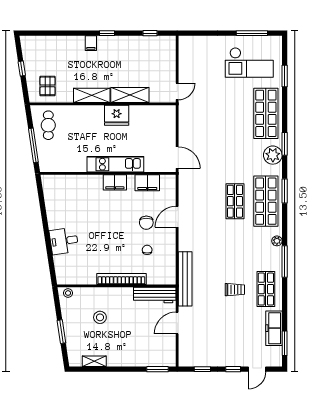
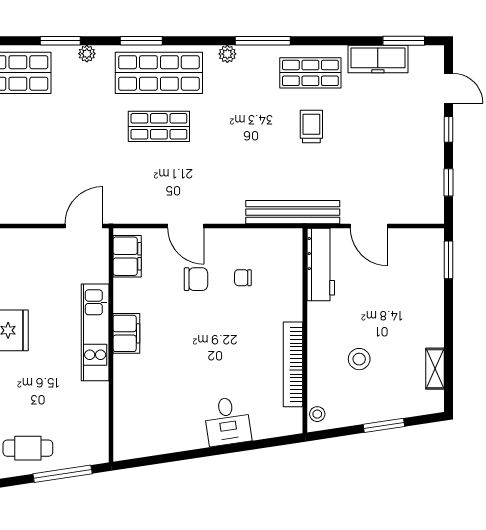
plant: (273, 155) -> (87, 54), width x0.53, depth x0.53
filing cabinet: (147, 183) -> (127, 256), moved
bookcase: (121, 279) -> (293, 364), moved

